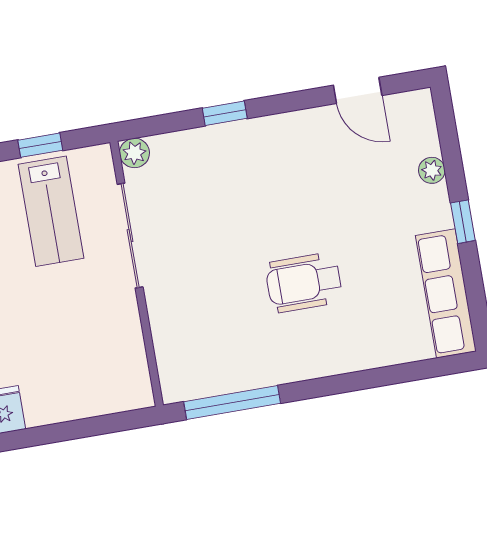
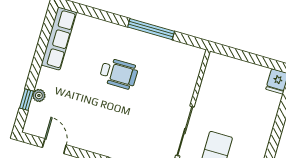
window: (463, 222) -> (27, 100), moved
window: (232, 403) -> (151, 29), moved

